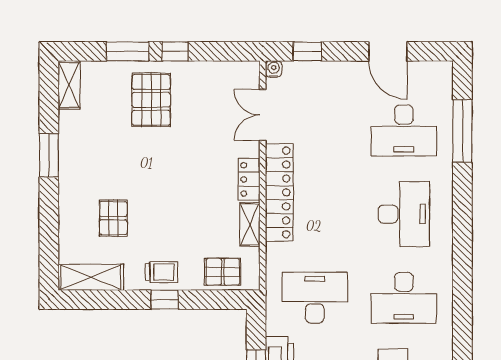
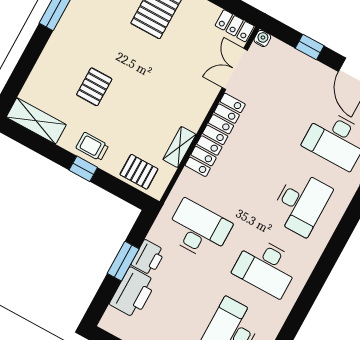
window: (307, 51) -> (310, 47), moved
locker: (249, 179) -> (235, 26), moved, turned -90
pallet: (113, 218) -> (94, 87), moved
trolley: (162, 272) -> (92, 147), turned 180

